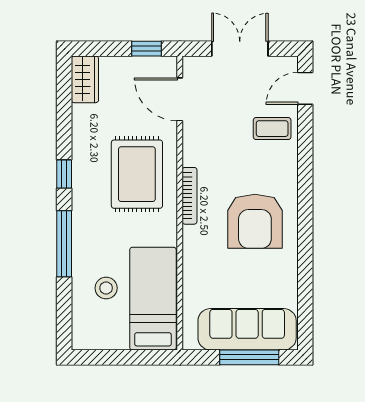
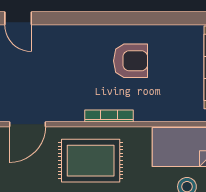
coffee table: (272, 129) -> (52, 46), removed
armchair: (255, 221) -> (131, 61), width x0.73, depth x0.73

